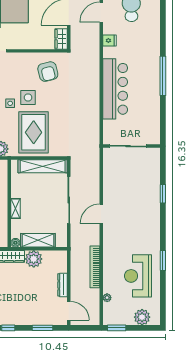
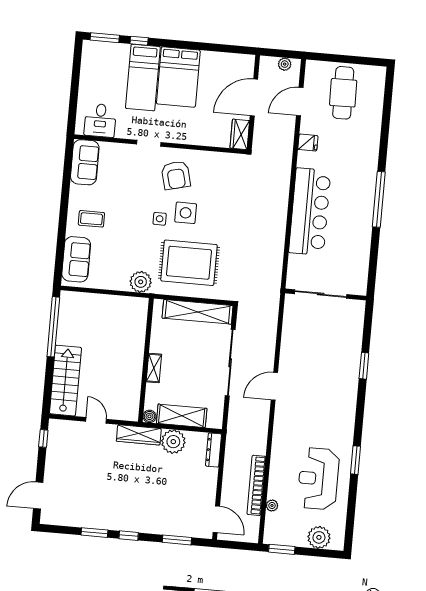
armchair: (48, 72) -> (176, 175), moved
rug: (34, 132) -> (189, 263), turned 90
bookcase: (95, 267) -> (256, 485), moved
dresser: (63, 285) -> (214, 450), moved

